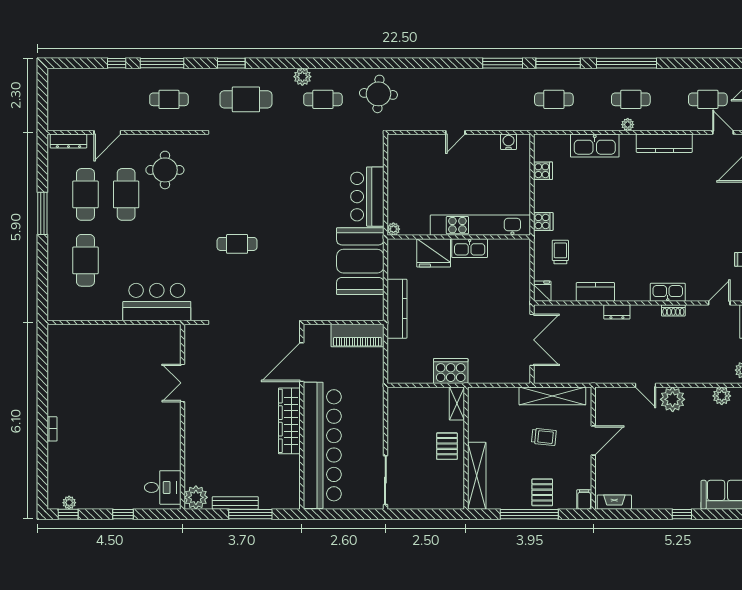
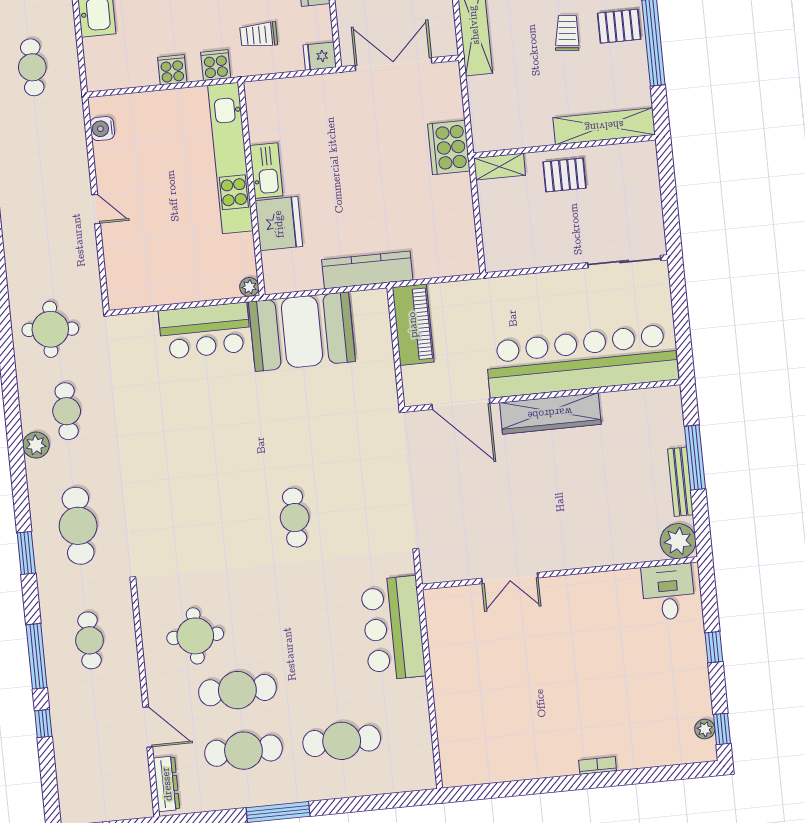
cooker: (543, 171) -> (172, 70), moved
cooker: (451, 371) -> (449, 147), moved
trolley: (544, 437) -> (567, 33), moved

